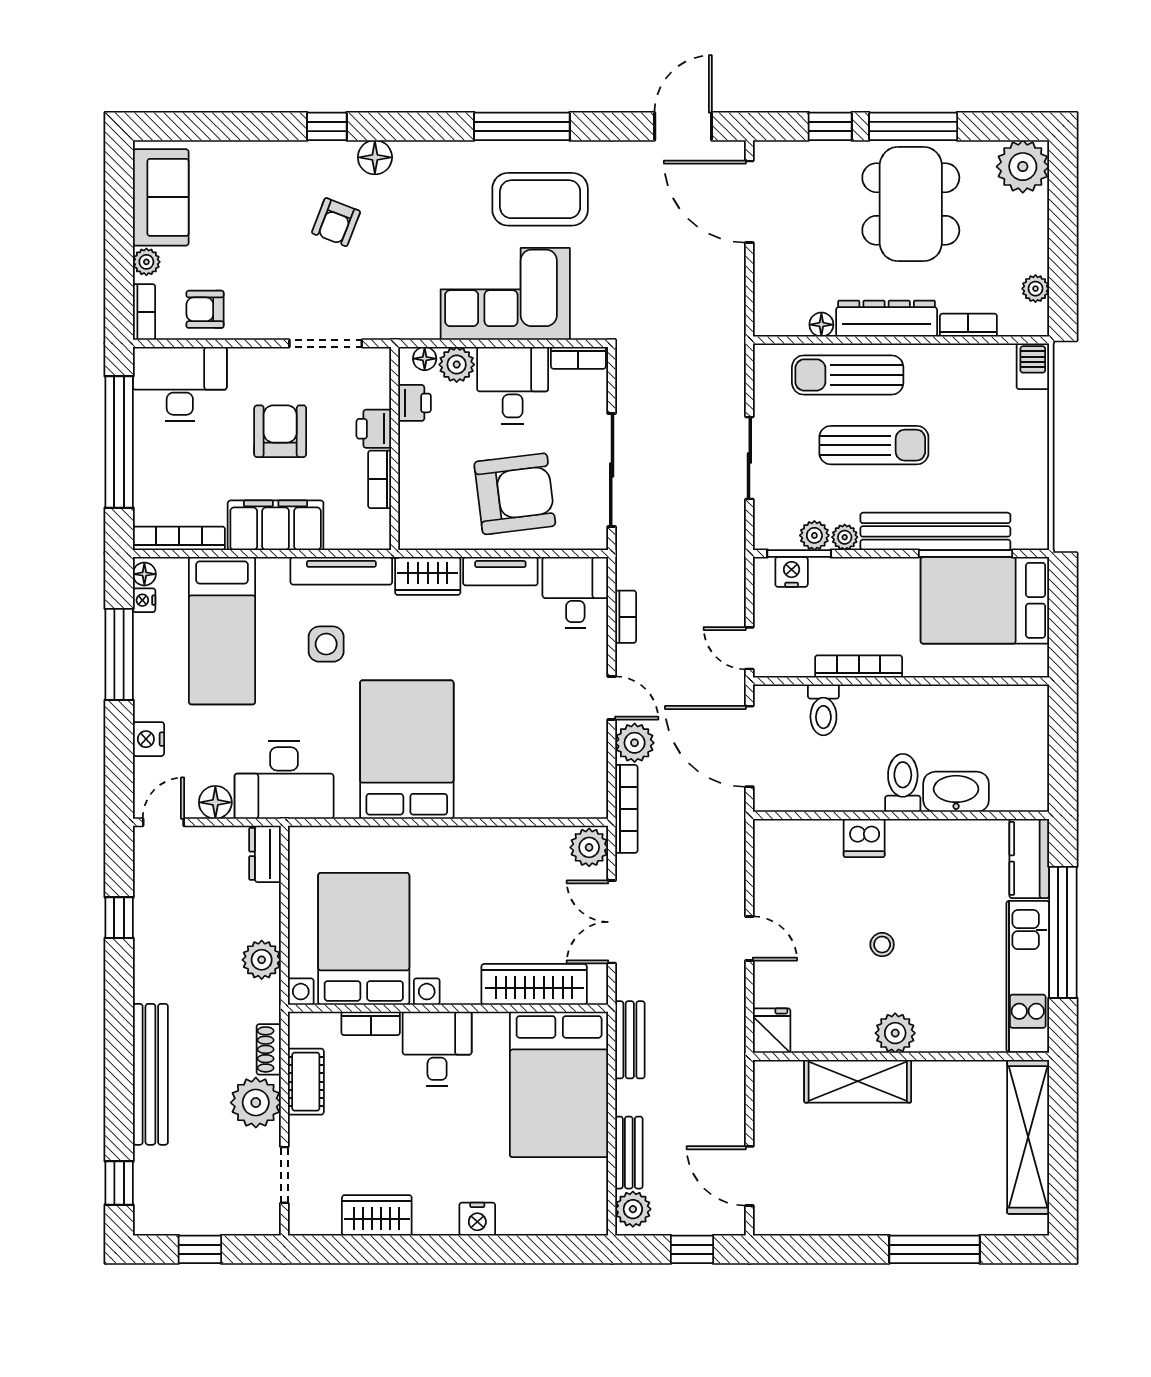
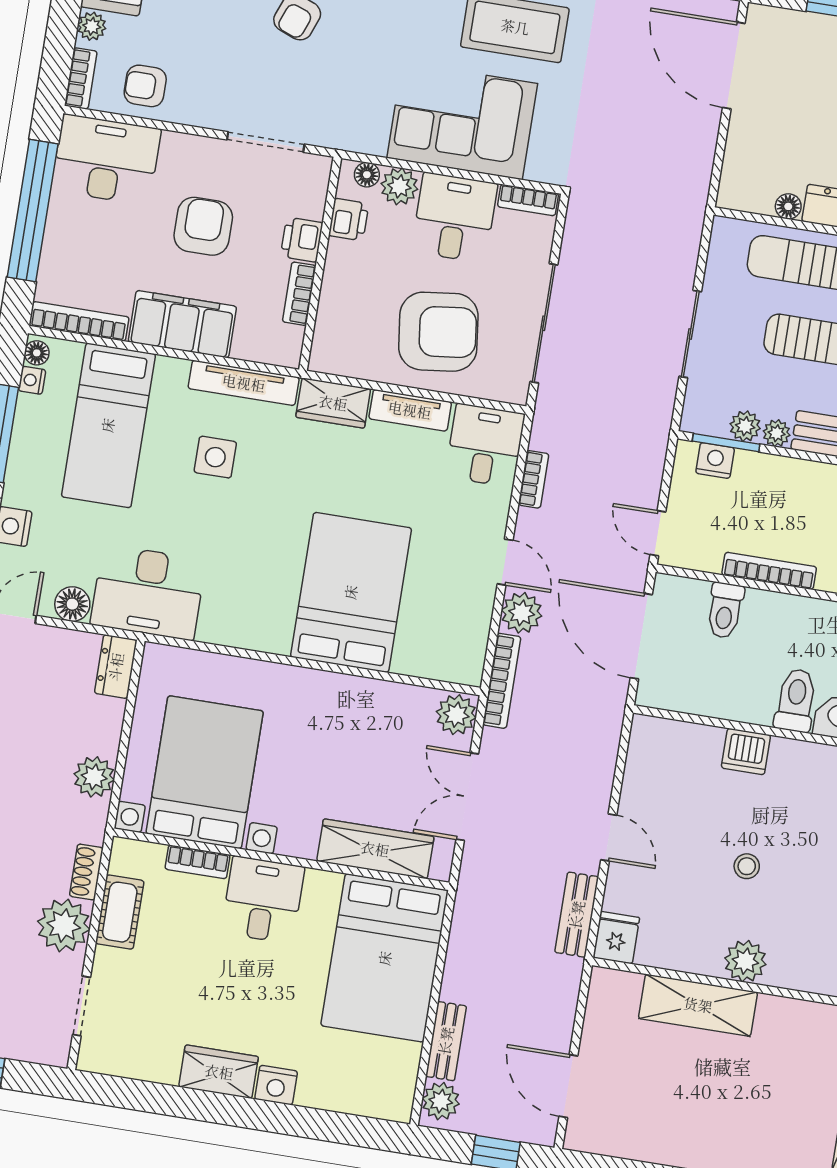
bed: (407, 750) -> (351, 592), moved
bench: (630, 1040) -> (577, 915), moved
wardrobe: (377, 1215) -> (219, 1072), moved

